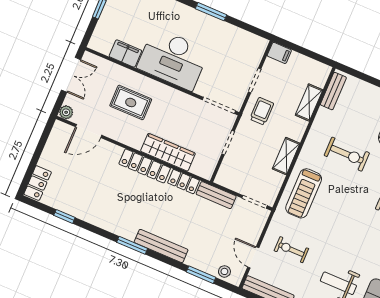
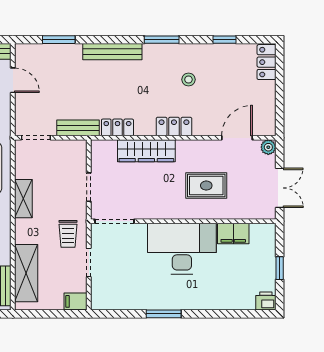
double door: (71, 75) -> (280, 188), swing flipped
shelving: (309, 103) -> (26, 273), width x1.50, depth x1.33
locker: (145, 166) -> (174, 127), width x0.66
window: (132, 245) -> (162, 40), moved
stool: (224, 271) -> (188, 80), moved

